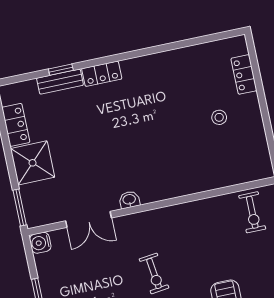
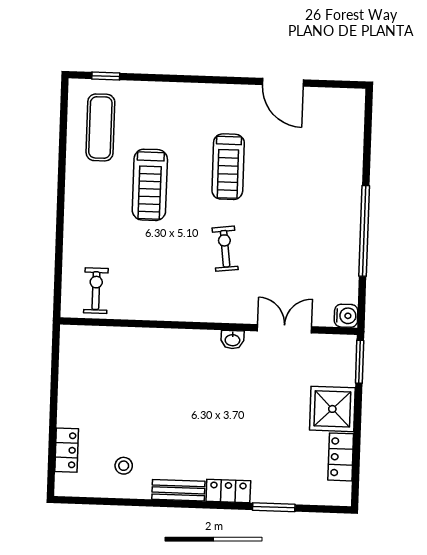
window: (61, 70) -> (274, 507), width x1.50
bench: (60, 82) -> (178, 490), moved
stool: (219, 117) -> (124, 466), moved

